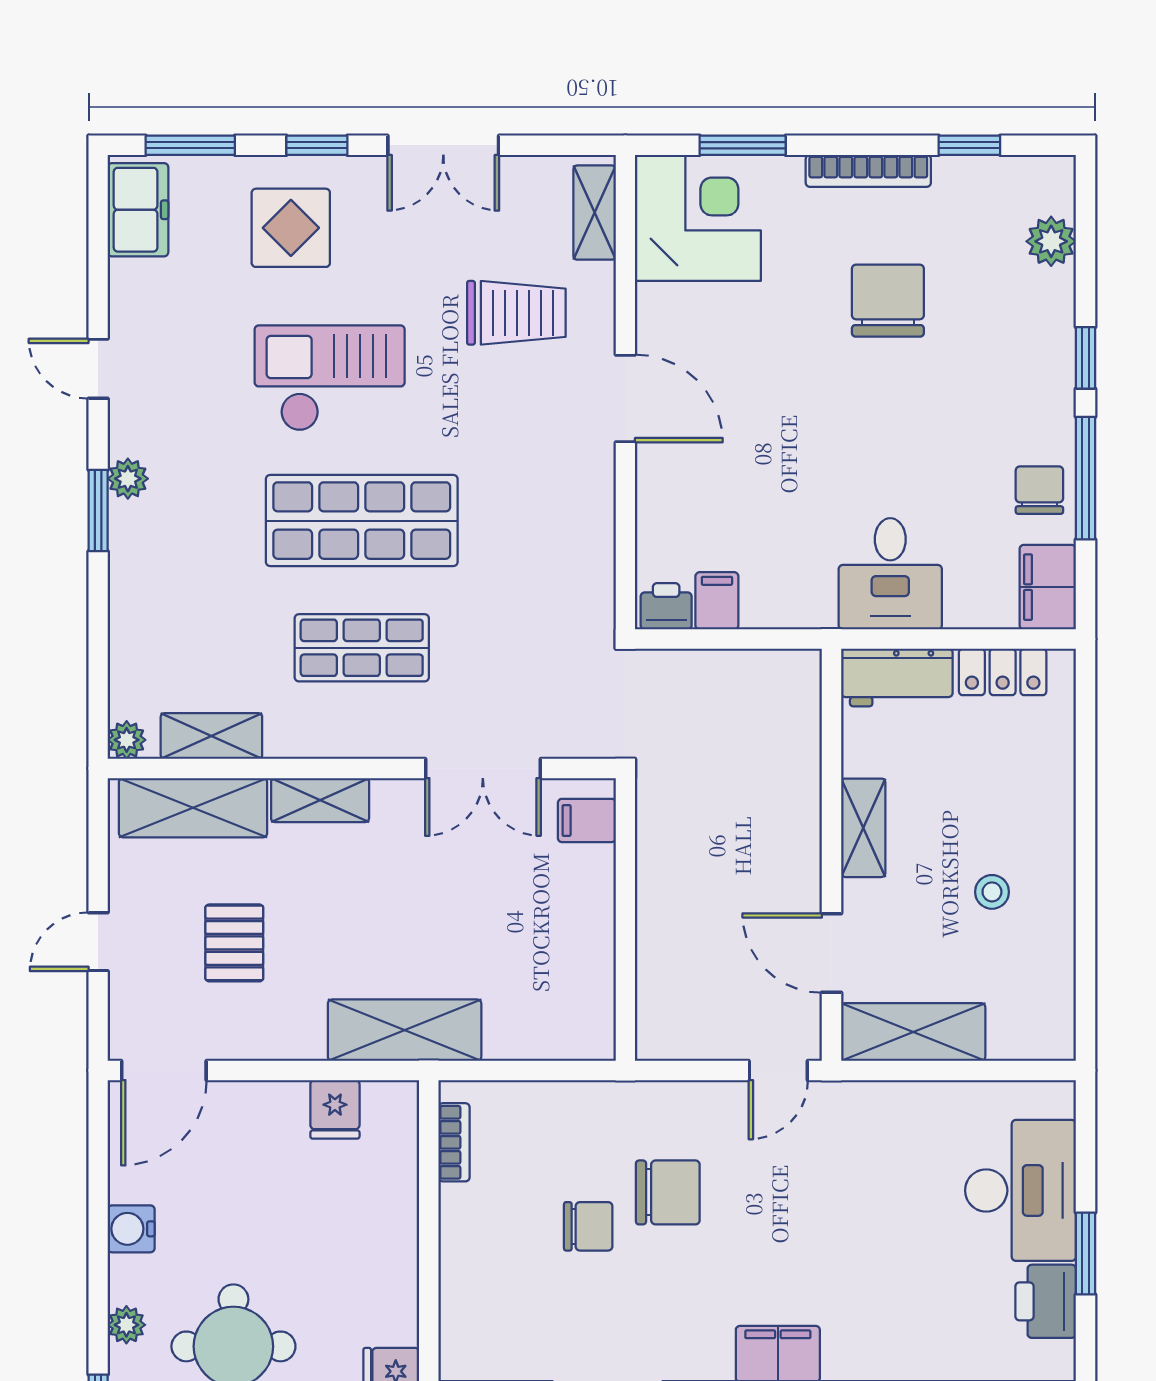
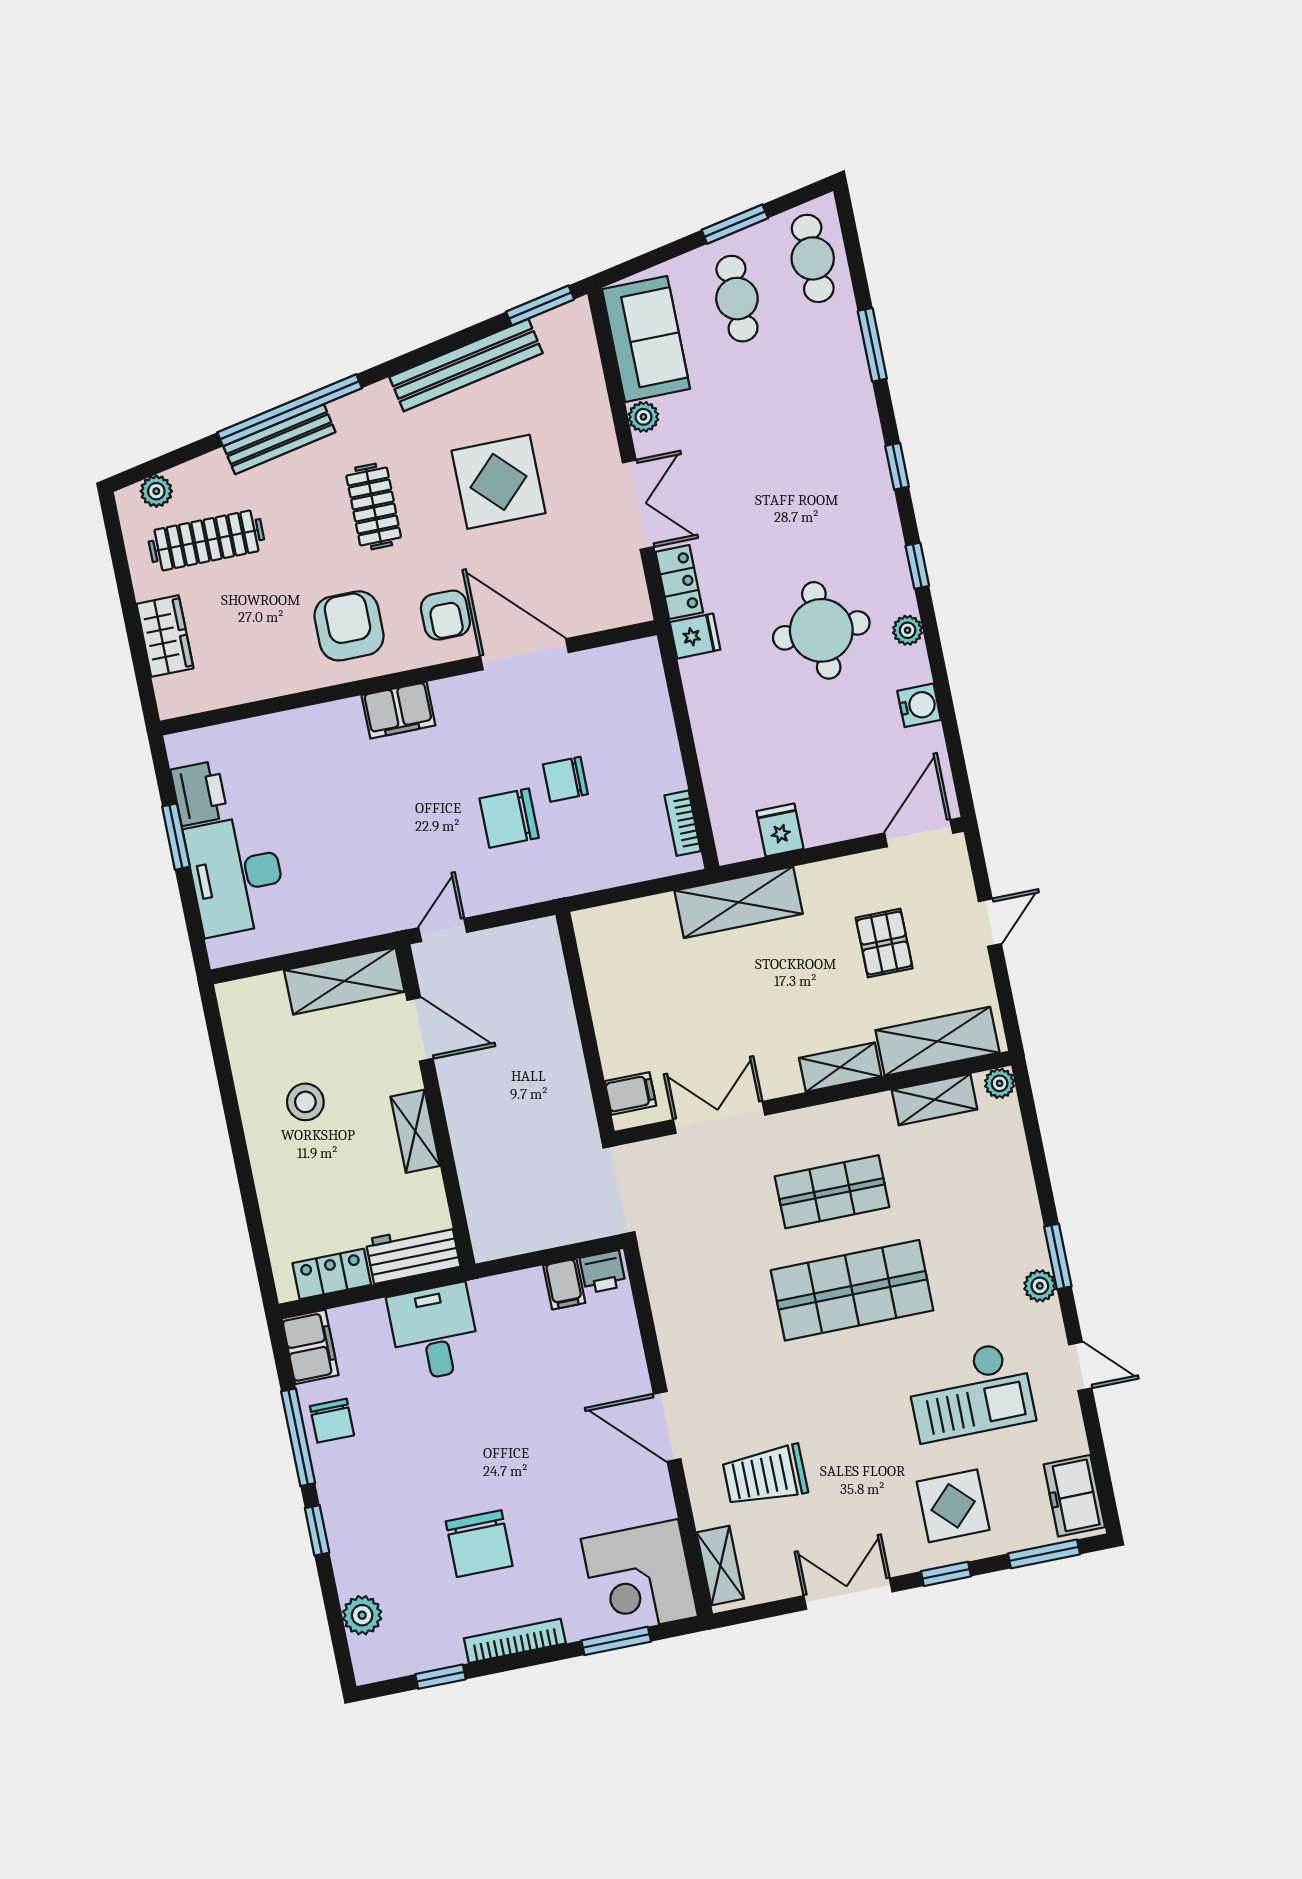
checkout: (330, 378) -> (970, 1391), moved
stool: (992, 892) -> (305, 1102), width x1.37, depth x1.37

